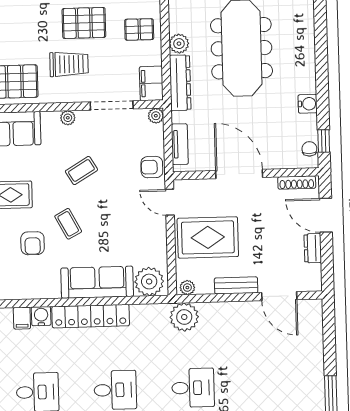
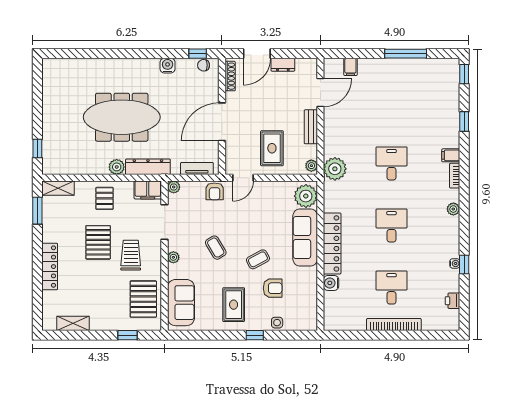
rug: (208, 237) -> (272, 148), width x0.73, depth x0.70
filing cabinet: (22, 318) -> (350, 67), moved, turned 90

